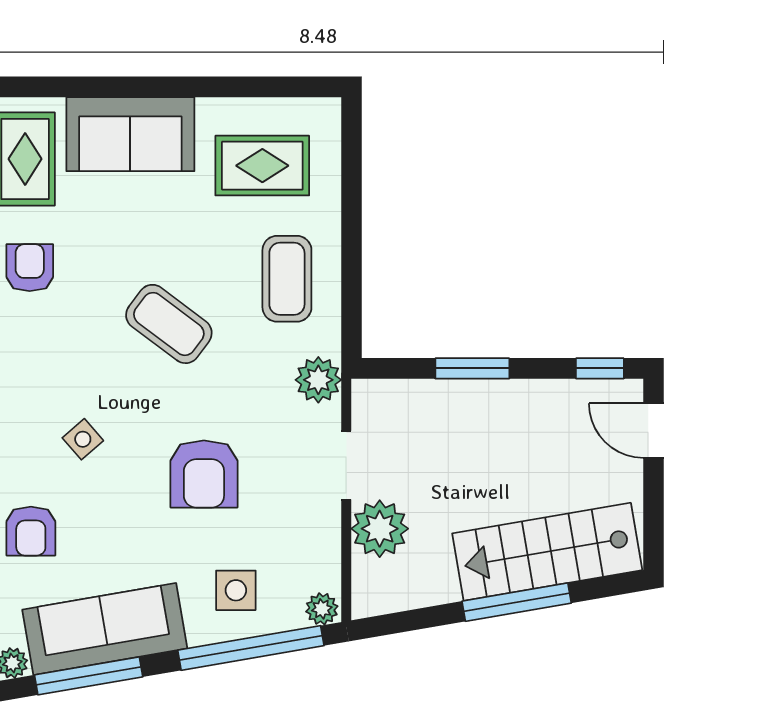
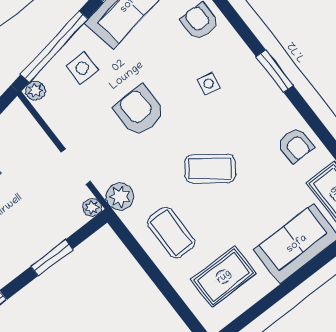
side table: (83, 439) -> (209, 83), turned -38
plant: (380, 529) -> (92, 207), moved, width x0.53, depth x0.53

